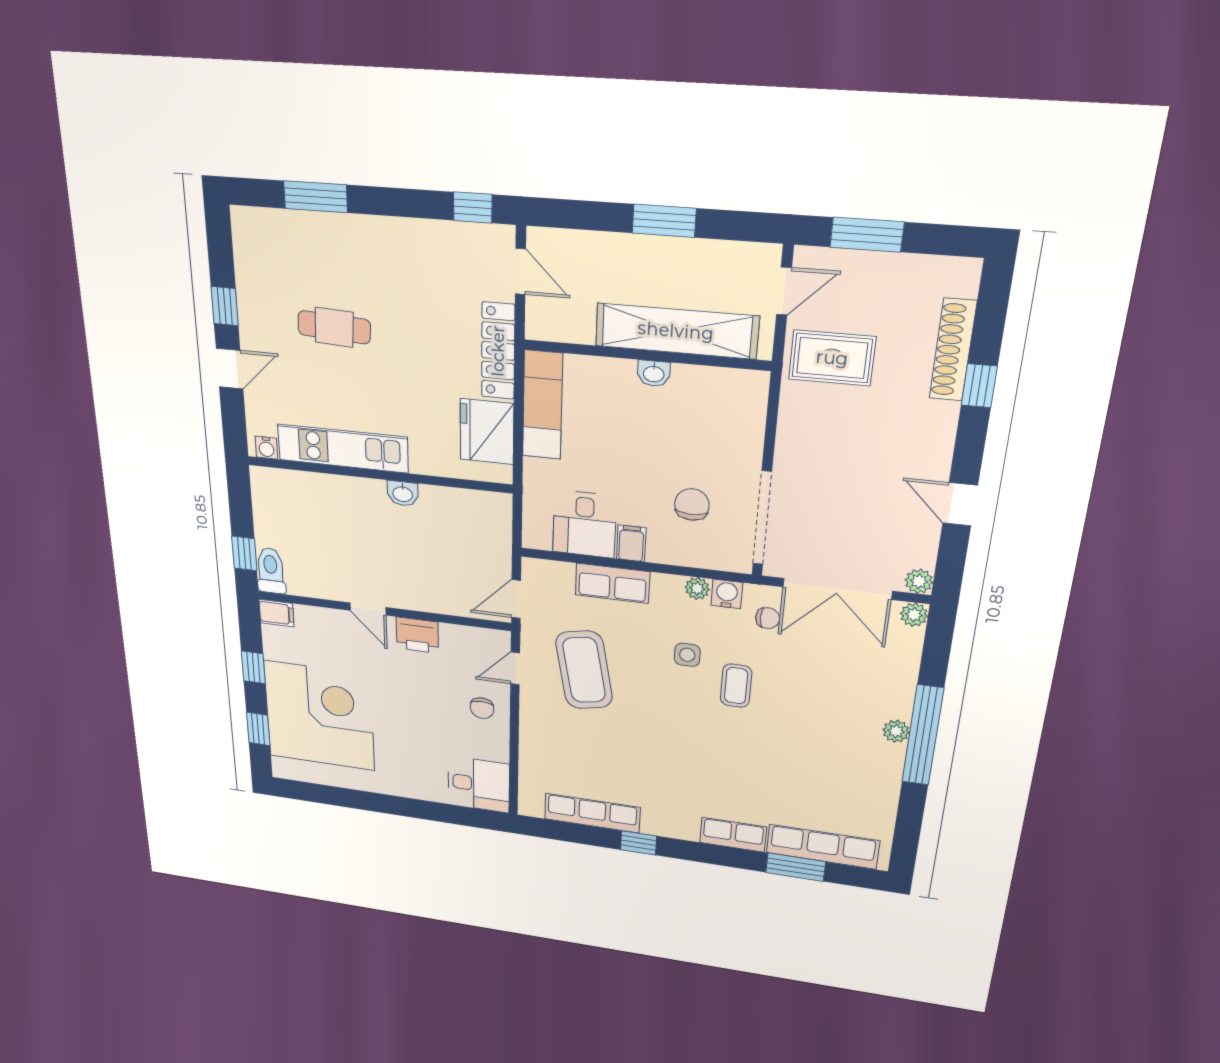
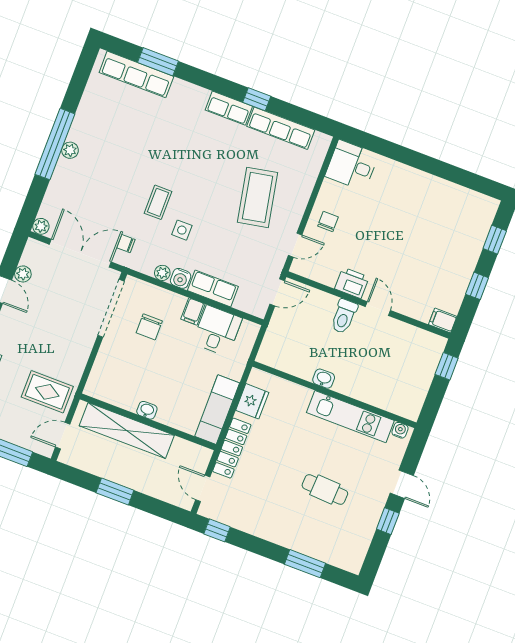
door: (230, 369) -> (402, 484), swing flipped
fridge: (487, 432) -> (252, 401), width x0.73, depth x0.75
toilet: (271, 571) -> (344, 316), moved
plant: (919, 581) -> (23, 274), moved
water cooler: (727, 594) -> (181, 278), moved
coffee table: (584, 670) -> (258, 197), moved
corner desk: (319, 716) -> (445, 240), removed
row of seats: (733, 835) -> (229, 108), moved

